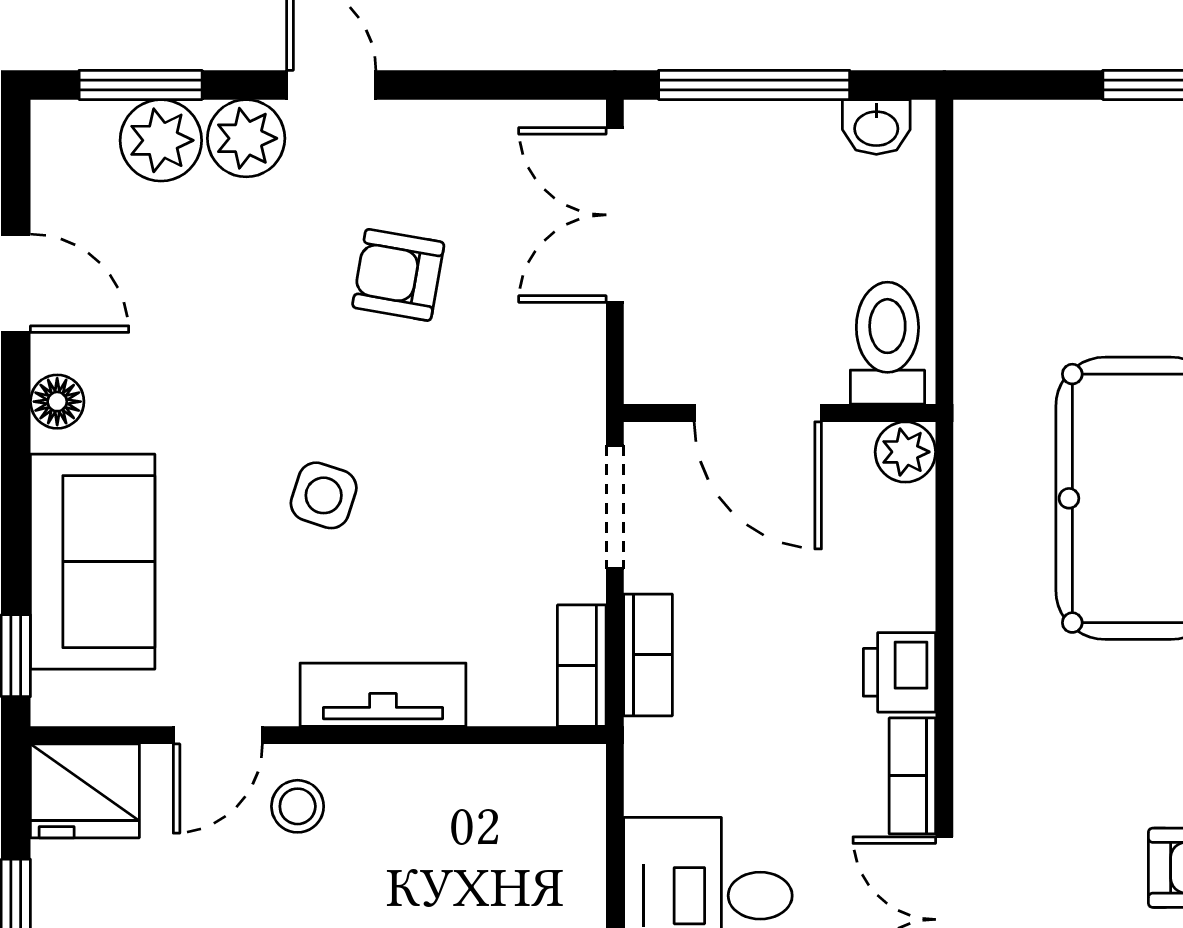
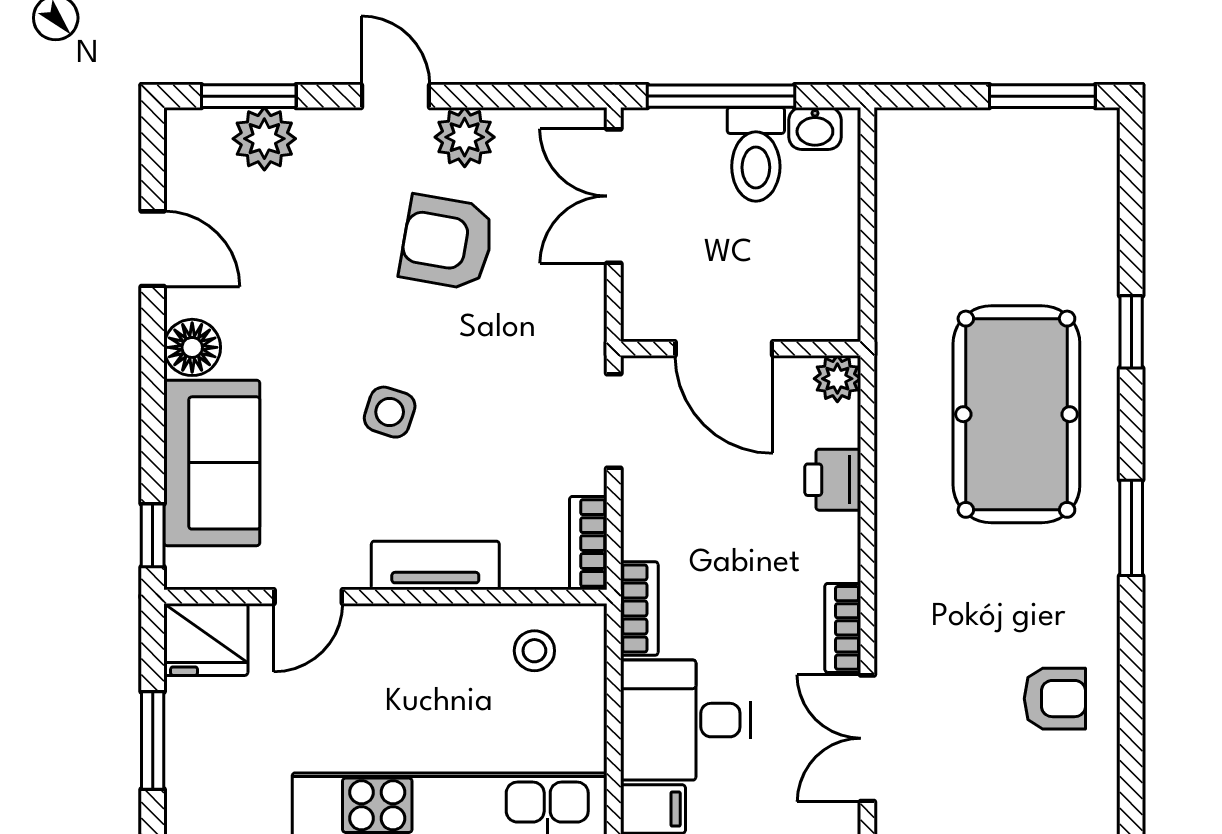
plant: (246, 138) -> (465, 137), moved
armchair: (398, 275) -> (447, 242), width x1.38, depth x1.38
toilet: (887, 343) -> (756, 154), moved, turned 180
floor lamp: (57, 402) -> (192, 347), width x1.37, depth x1.37
bookcase: (648, 655) -> (639, 608), moved
printer: (899, 672) -> (833, 480), moved
stool: (298, 806) -> (534, 651), moved

